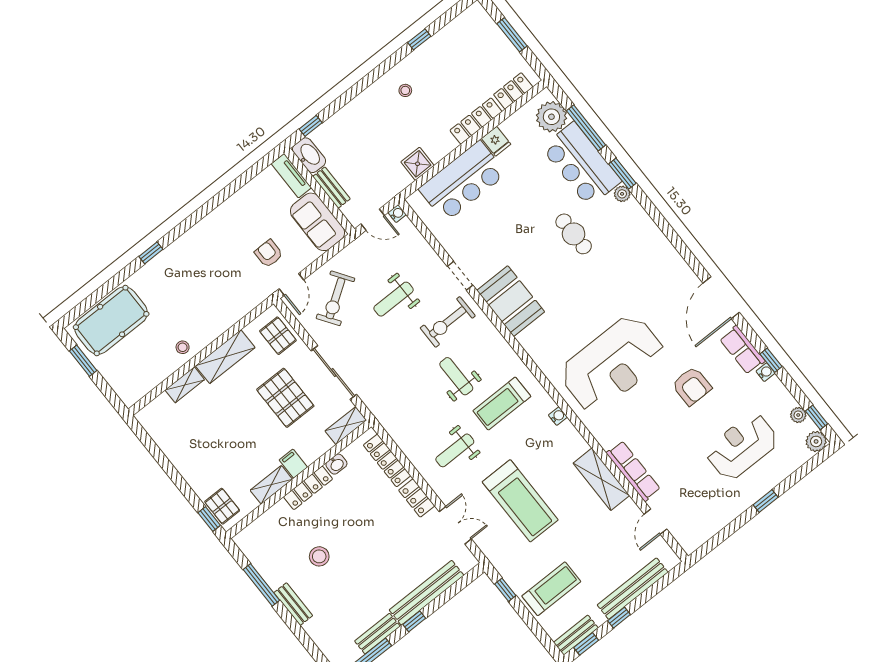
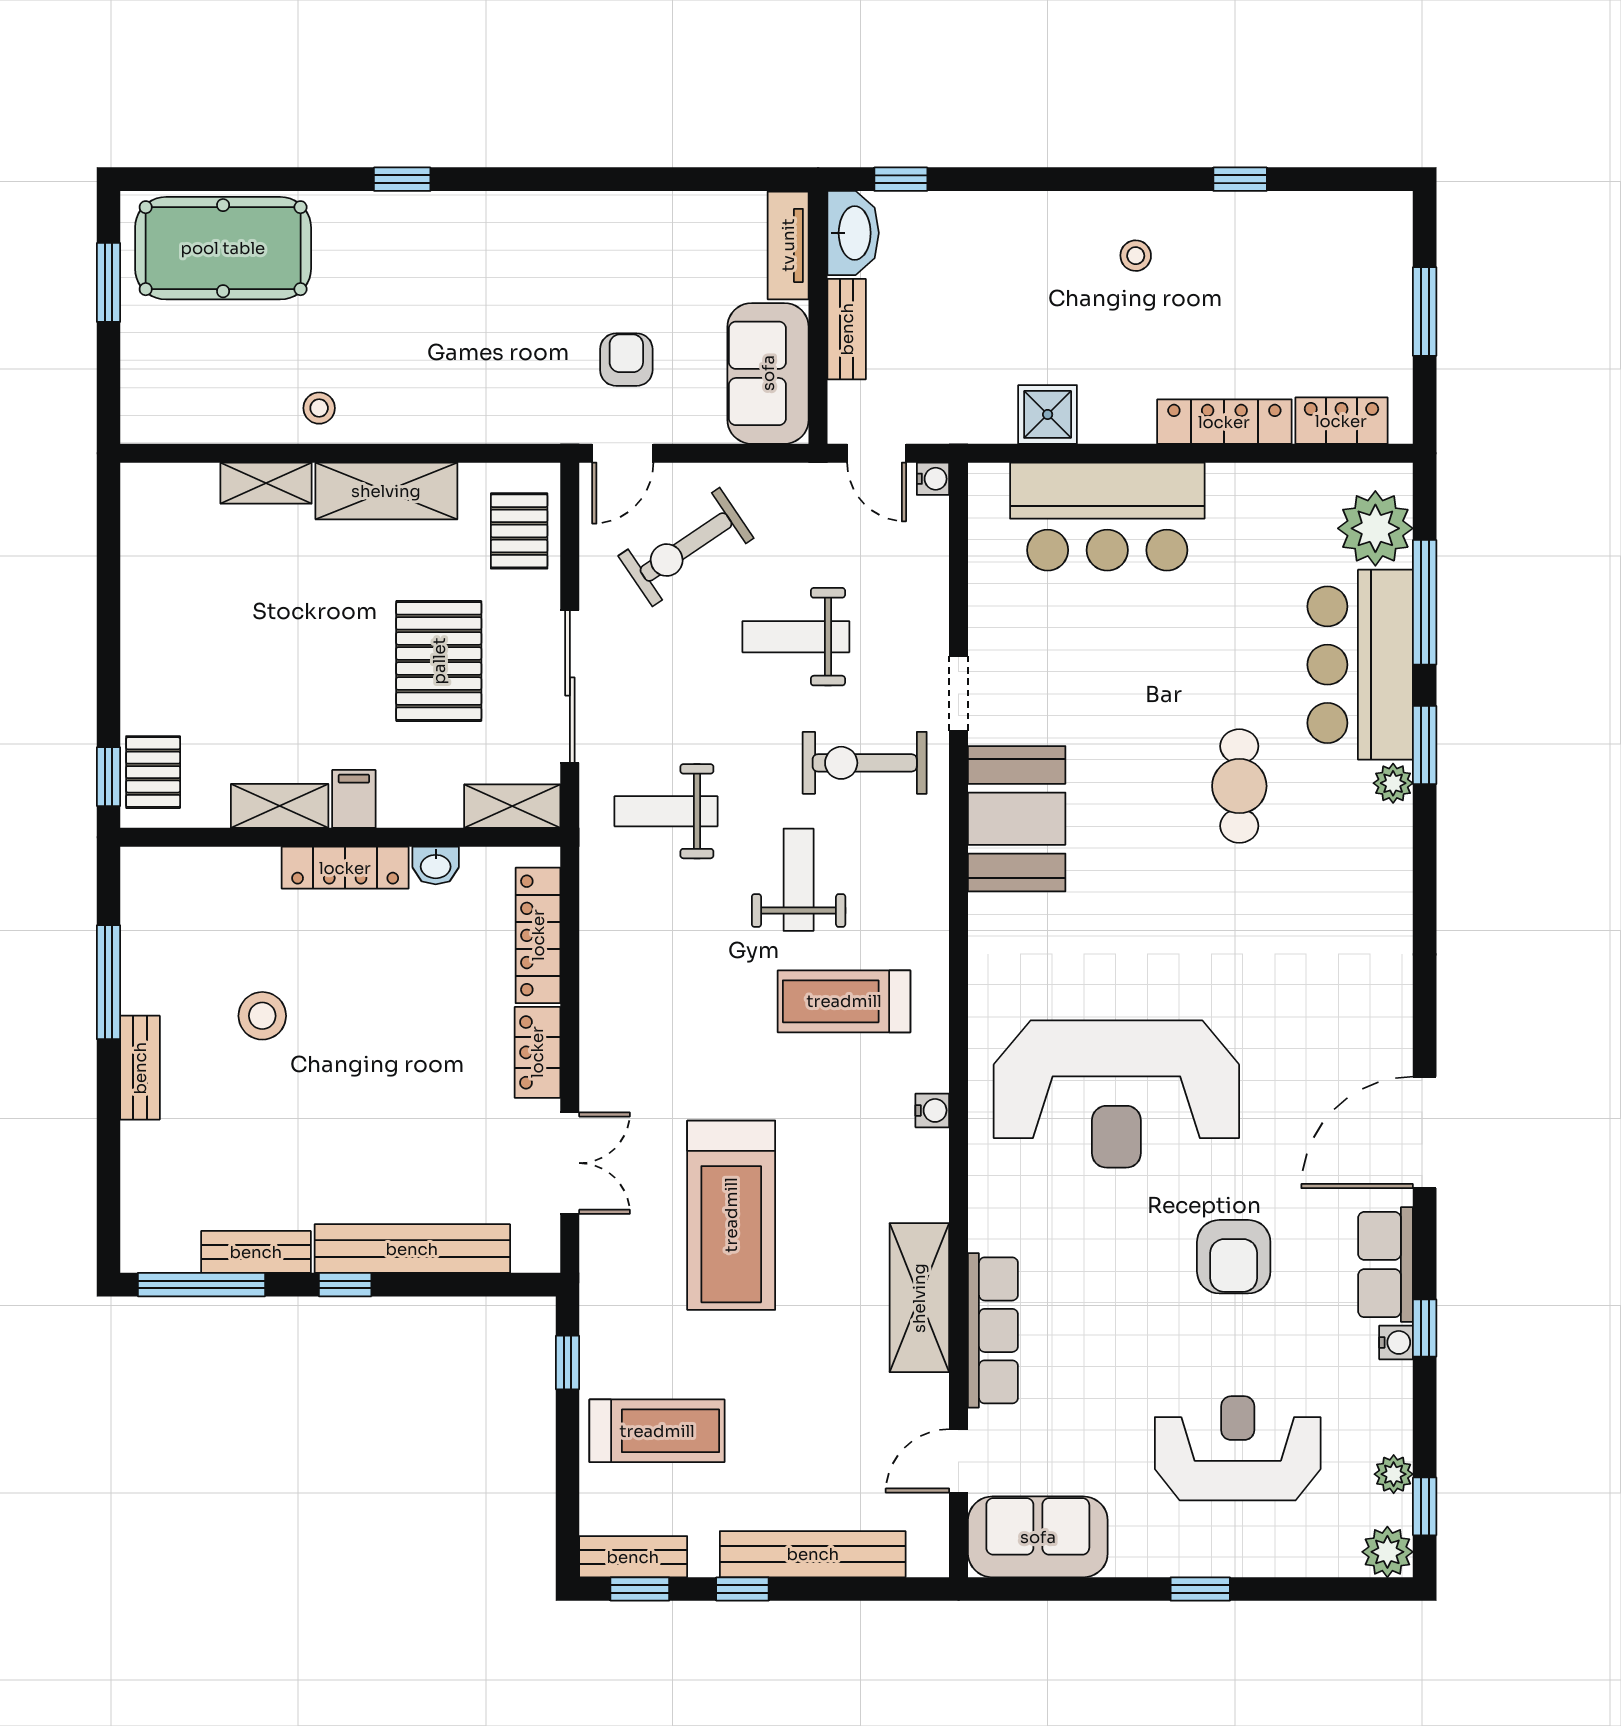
fridge: (496, 141) -> (1232, 491), removed
weight bench: (455, 450) -> (666, 811), moved
sofa: (700, 526) -> (1038, 1537), added

